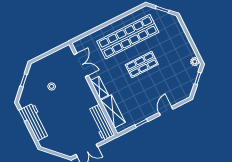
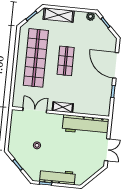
shelving: (113, 111) -> (59, 15), moved
door: (166, 111) -> (116, 65), width x1.88
workbench: (101, 122) -> (86, 125), width x1.36, depth x1.32

